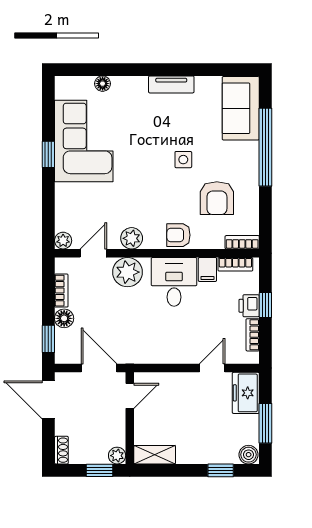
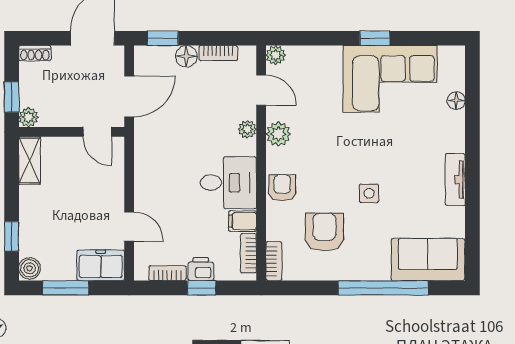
armchair: (217, 198) -> (325, 232), turned 90
plant: (128, 272) -> (247, 129), width x0.53, depth x0.53

